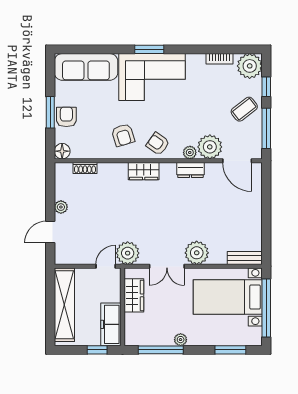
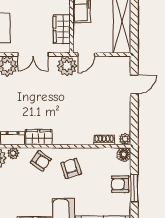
armchair: (66, 117) -> (120, 184), turned 90
wardrobe: (144, 171) -> (39, 137), moved
plant: (61, 207) -> (125, 139), moved
double door: (167, 266) -> (33, 55), swing flipped

